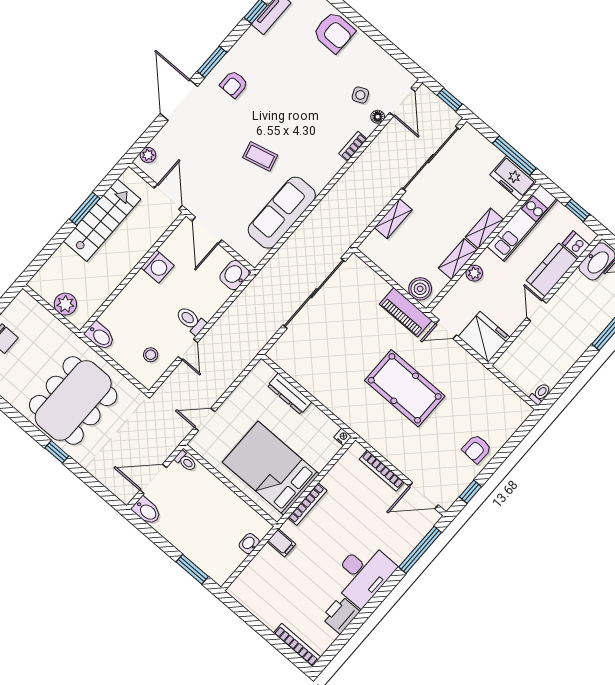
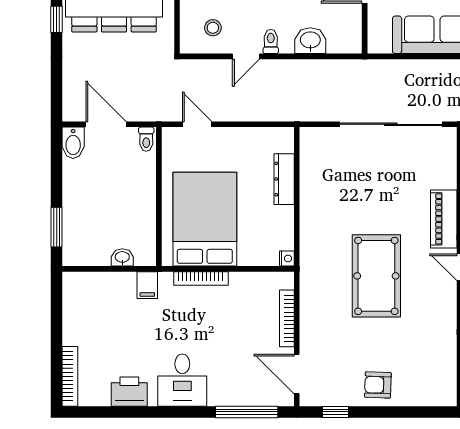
washbasin: (234, 275) -> (310, 41), moved
toilet: (191, 320) -> (271, 42), width x0.73, depth x0.72
desk: (363, 574) -> (182, 380), width x0.73

